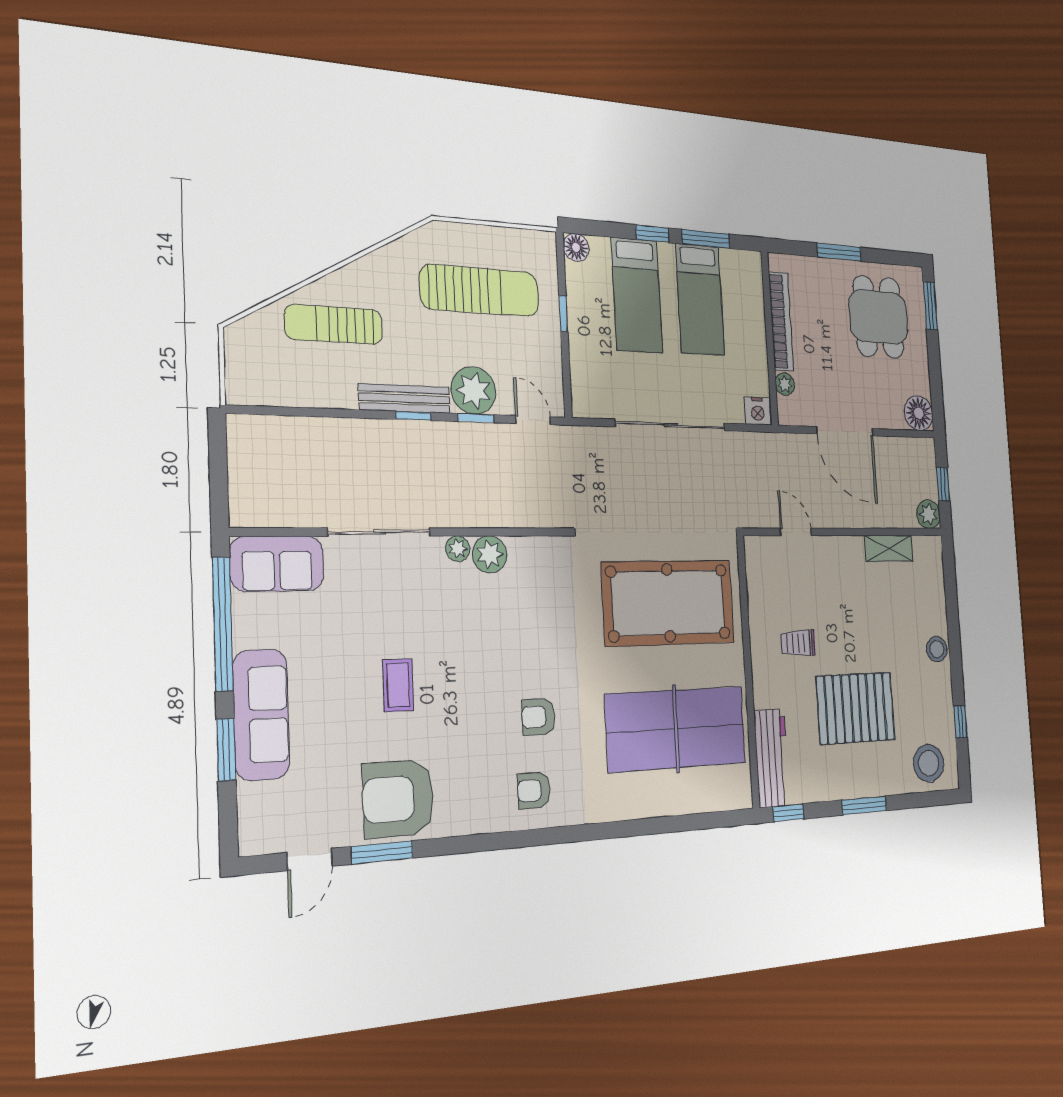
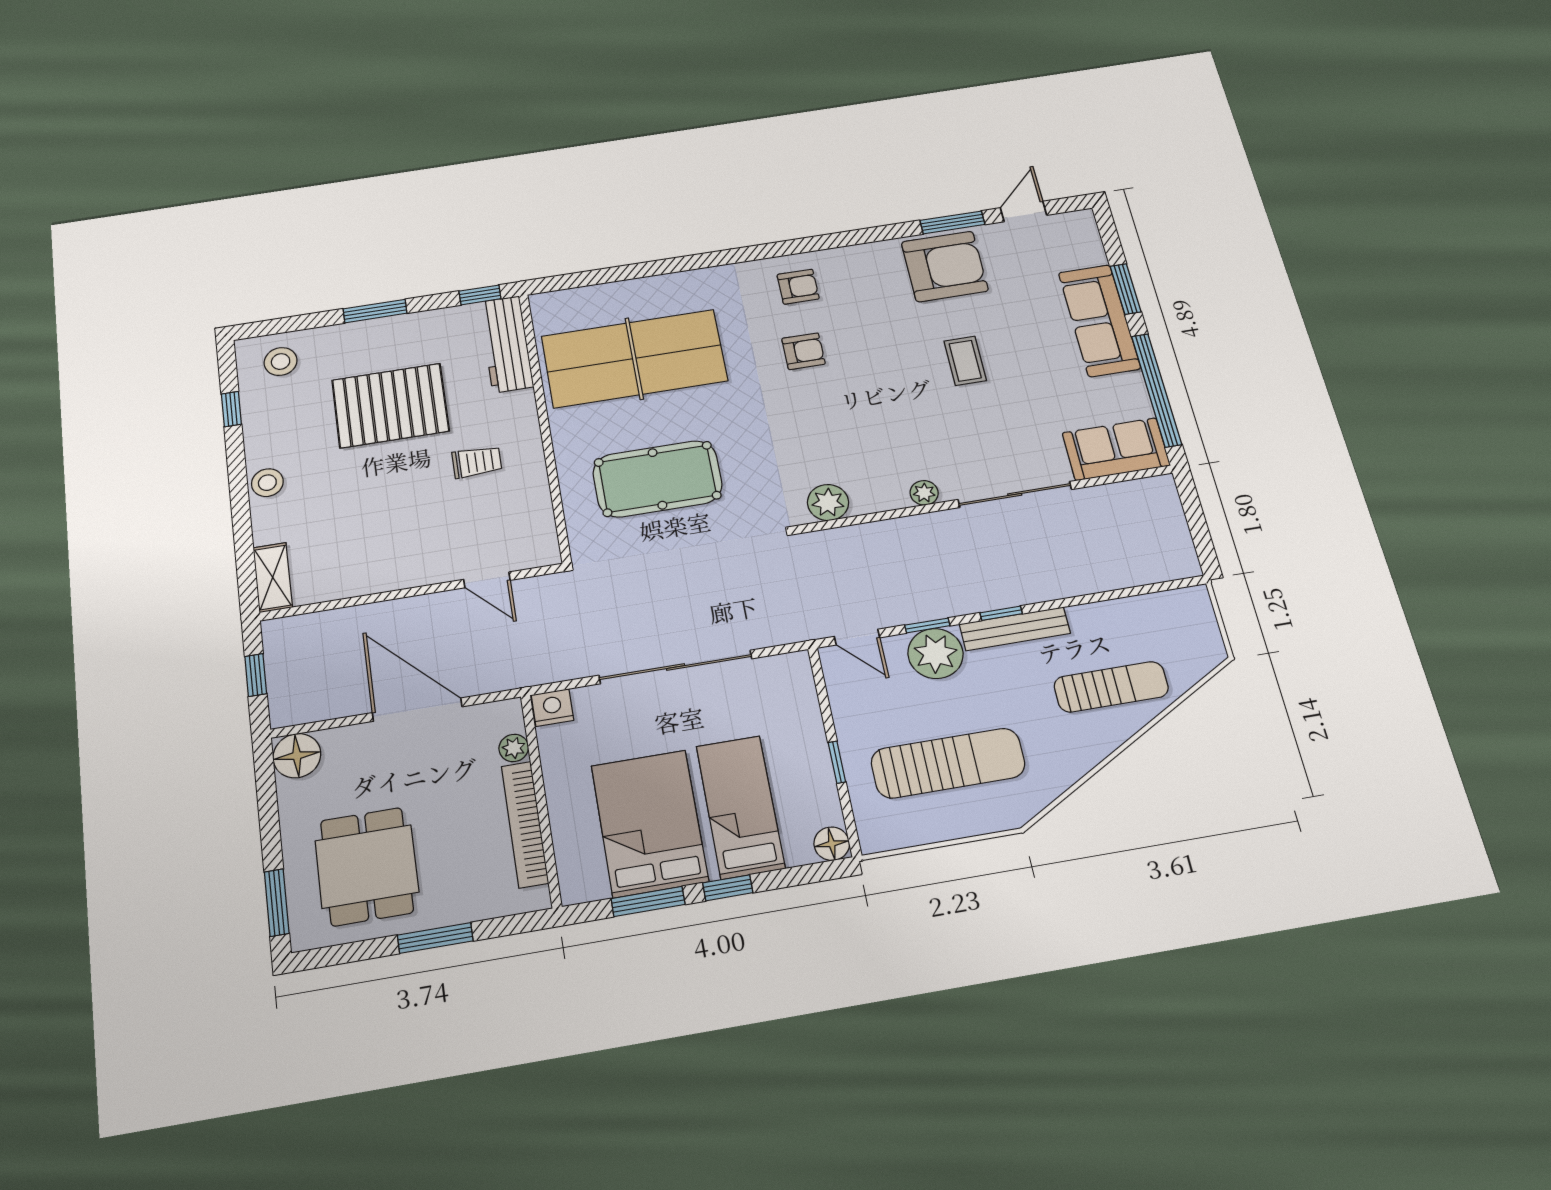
sun lounger: (480, 290) -> (948, 763), turned 180
bed: (700, 299) -> (649, 823), width x1.50
plant: (928, 514) -> (280, 634), removed
shelving: (889, 548) -> (273, 577), moved, turned 90
plant: (490, 554) -> (828, 502), moved
pool table: (668, 603) -> (657, 479), width x0.73, depth x0.76
stool: (929, 763) -> (281, 362), width x0.73, depth x0.73

